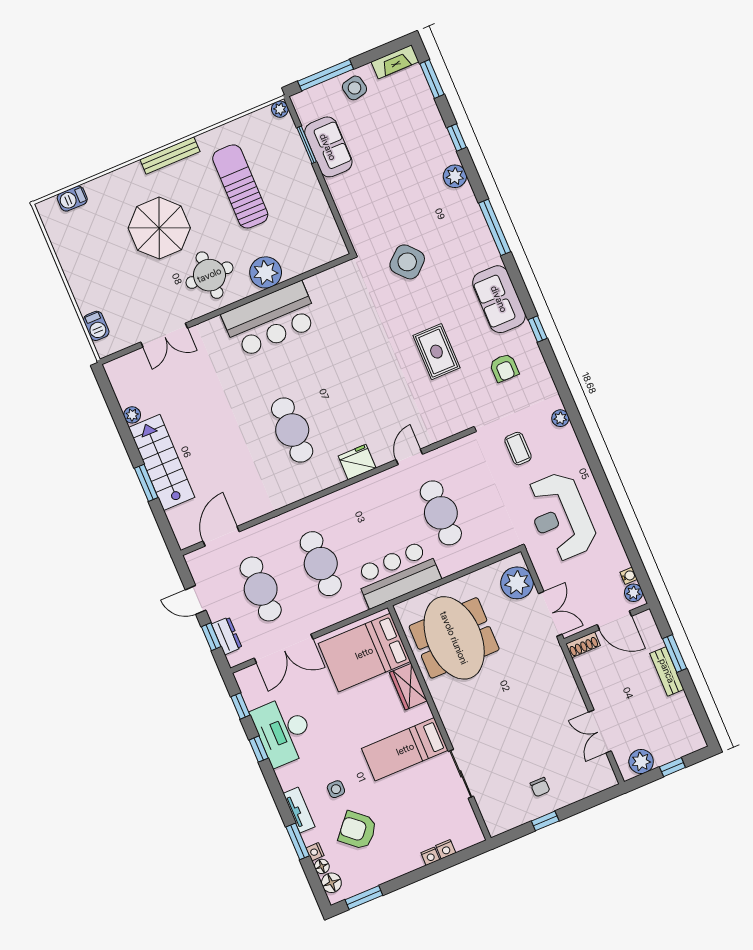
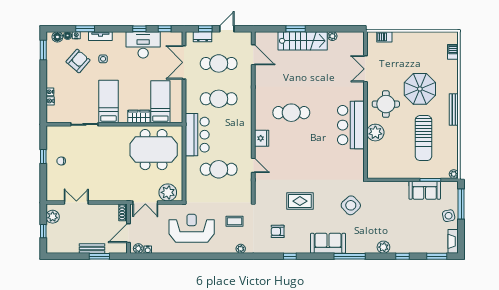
sun lounger: (240, 186) -> (424, 138), turned 90
sofa: (499, 299) -> (328, 243), moved
bed: (364, 653) -> (160, 102), width x0.67

